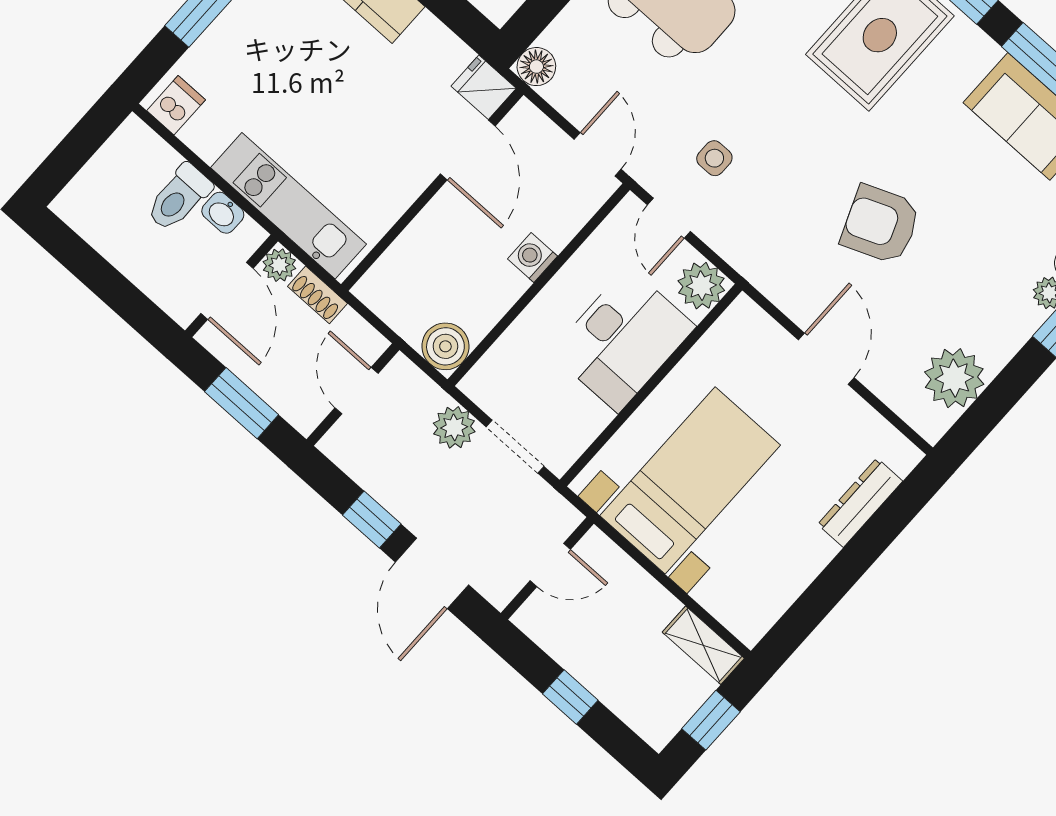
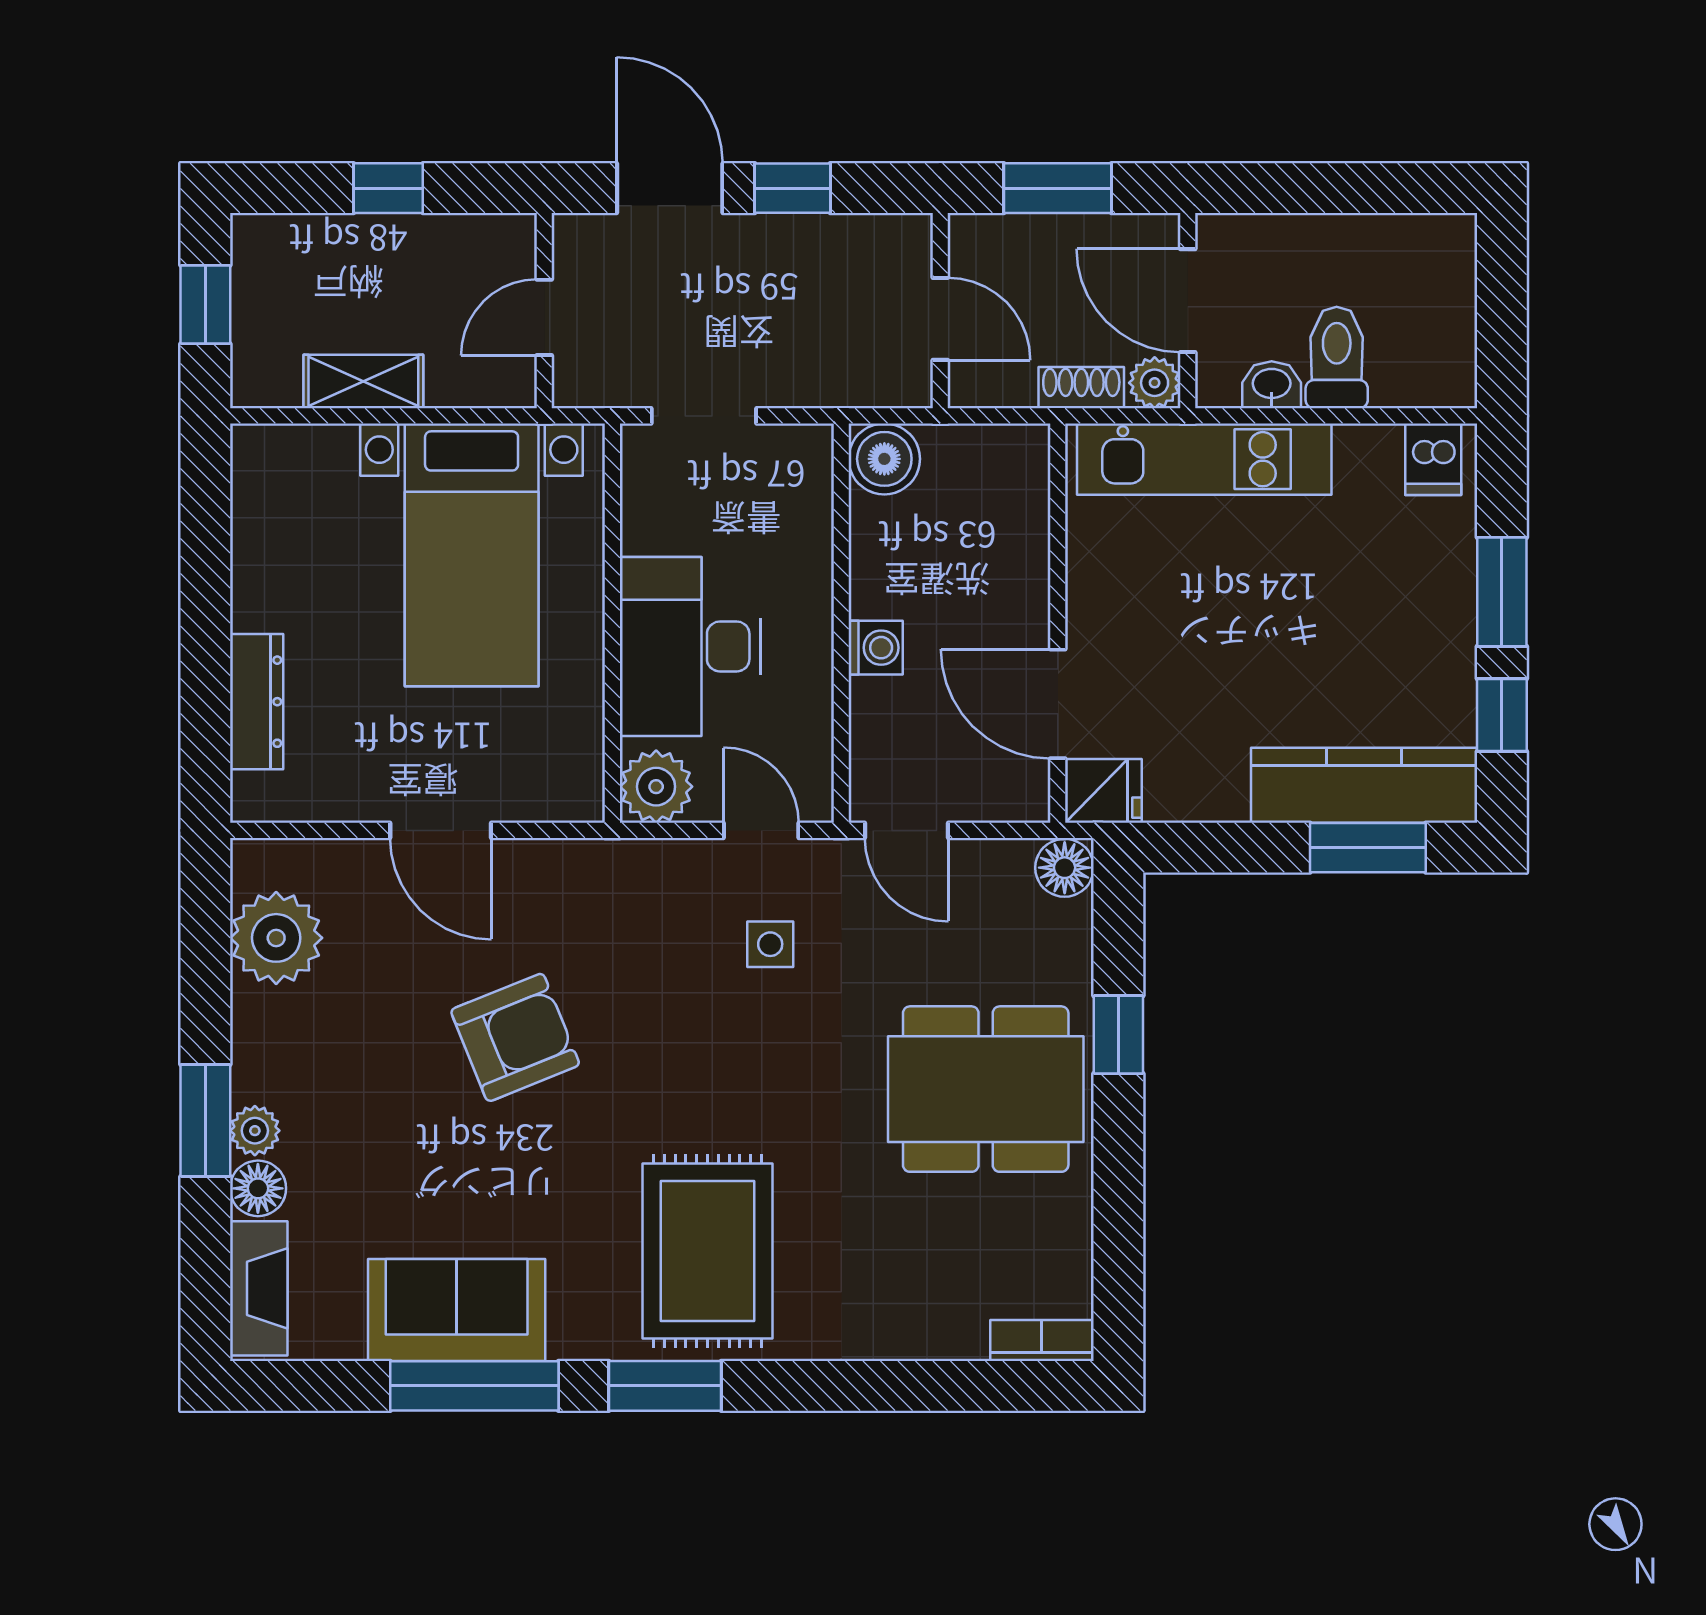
plant: (454, 427) -> (792, 376), removed
shelving: (703, 645) -> (363, 382), moved

